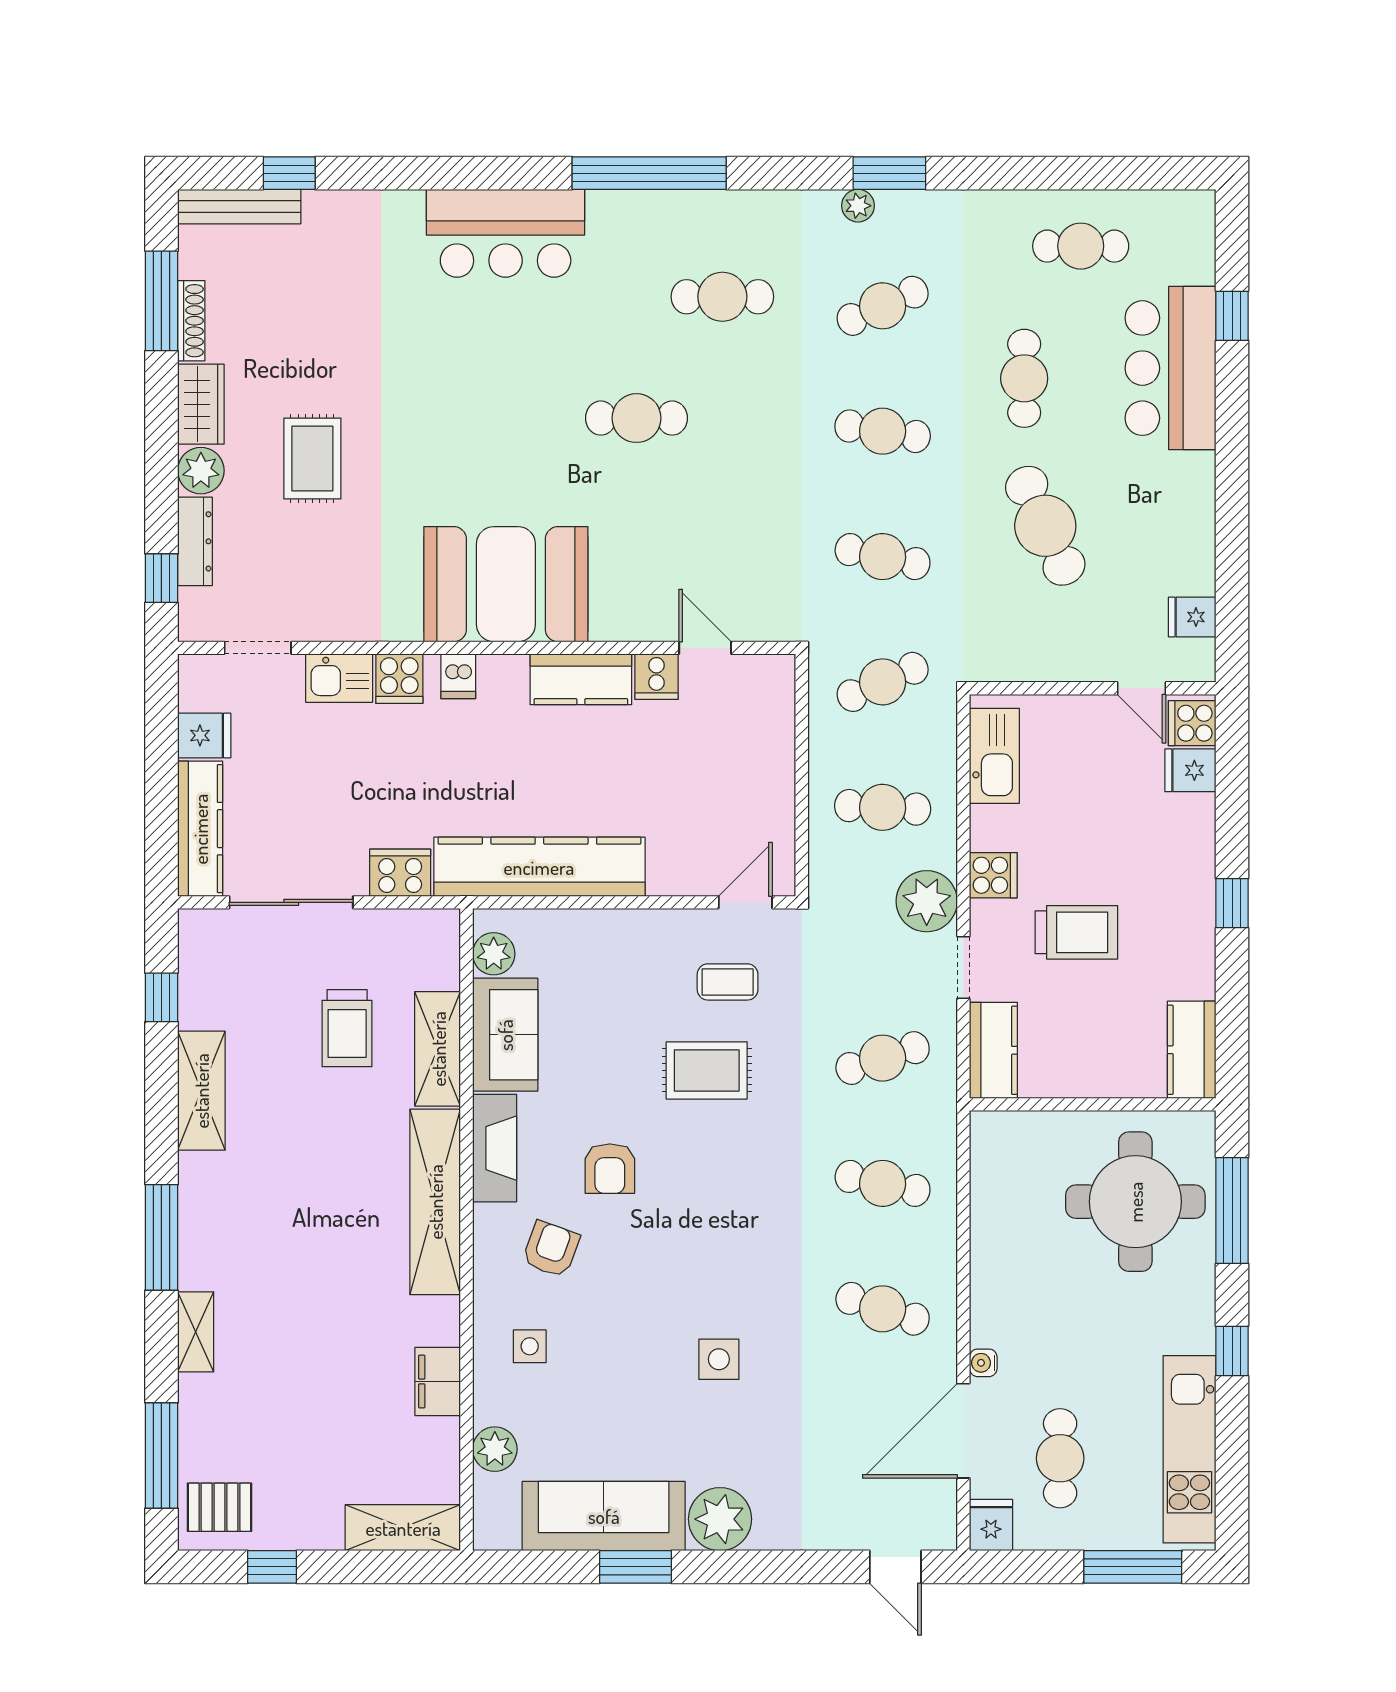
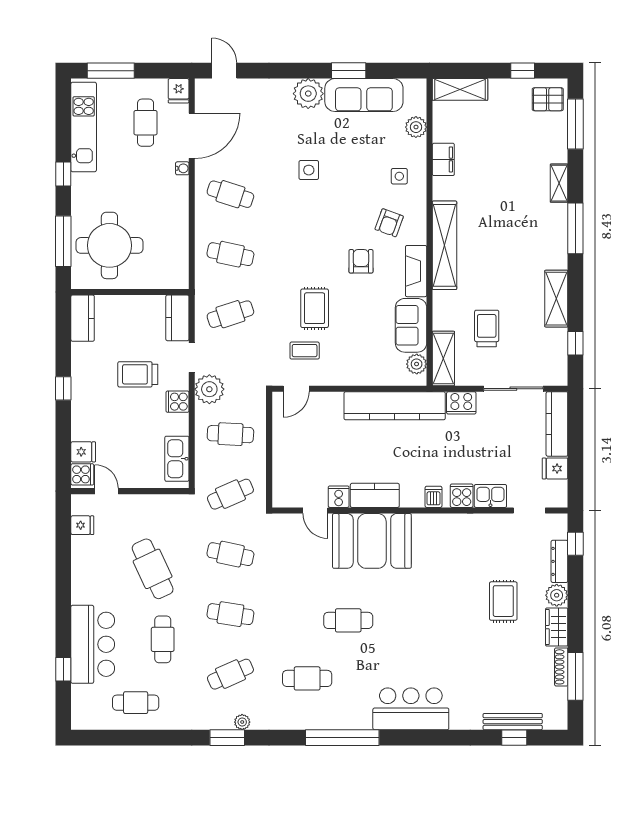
bench: (239, 207) -> (513, 722), moved
booth: (506, 584) -> (372, 541), moved
shelving: (438, 1049) -> (443, 358), moved
rug: (707, 1070) -> (315, 308), turned 90

